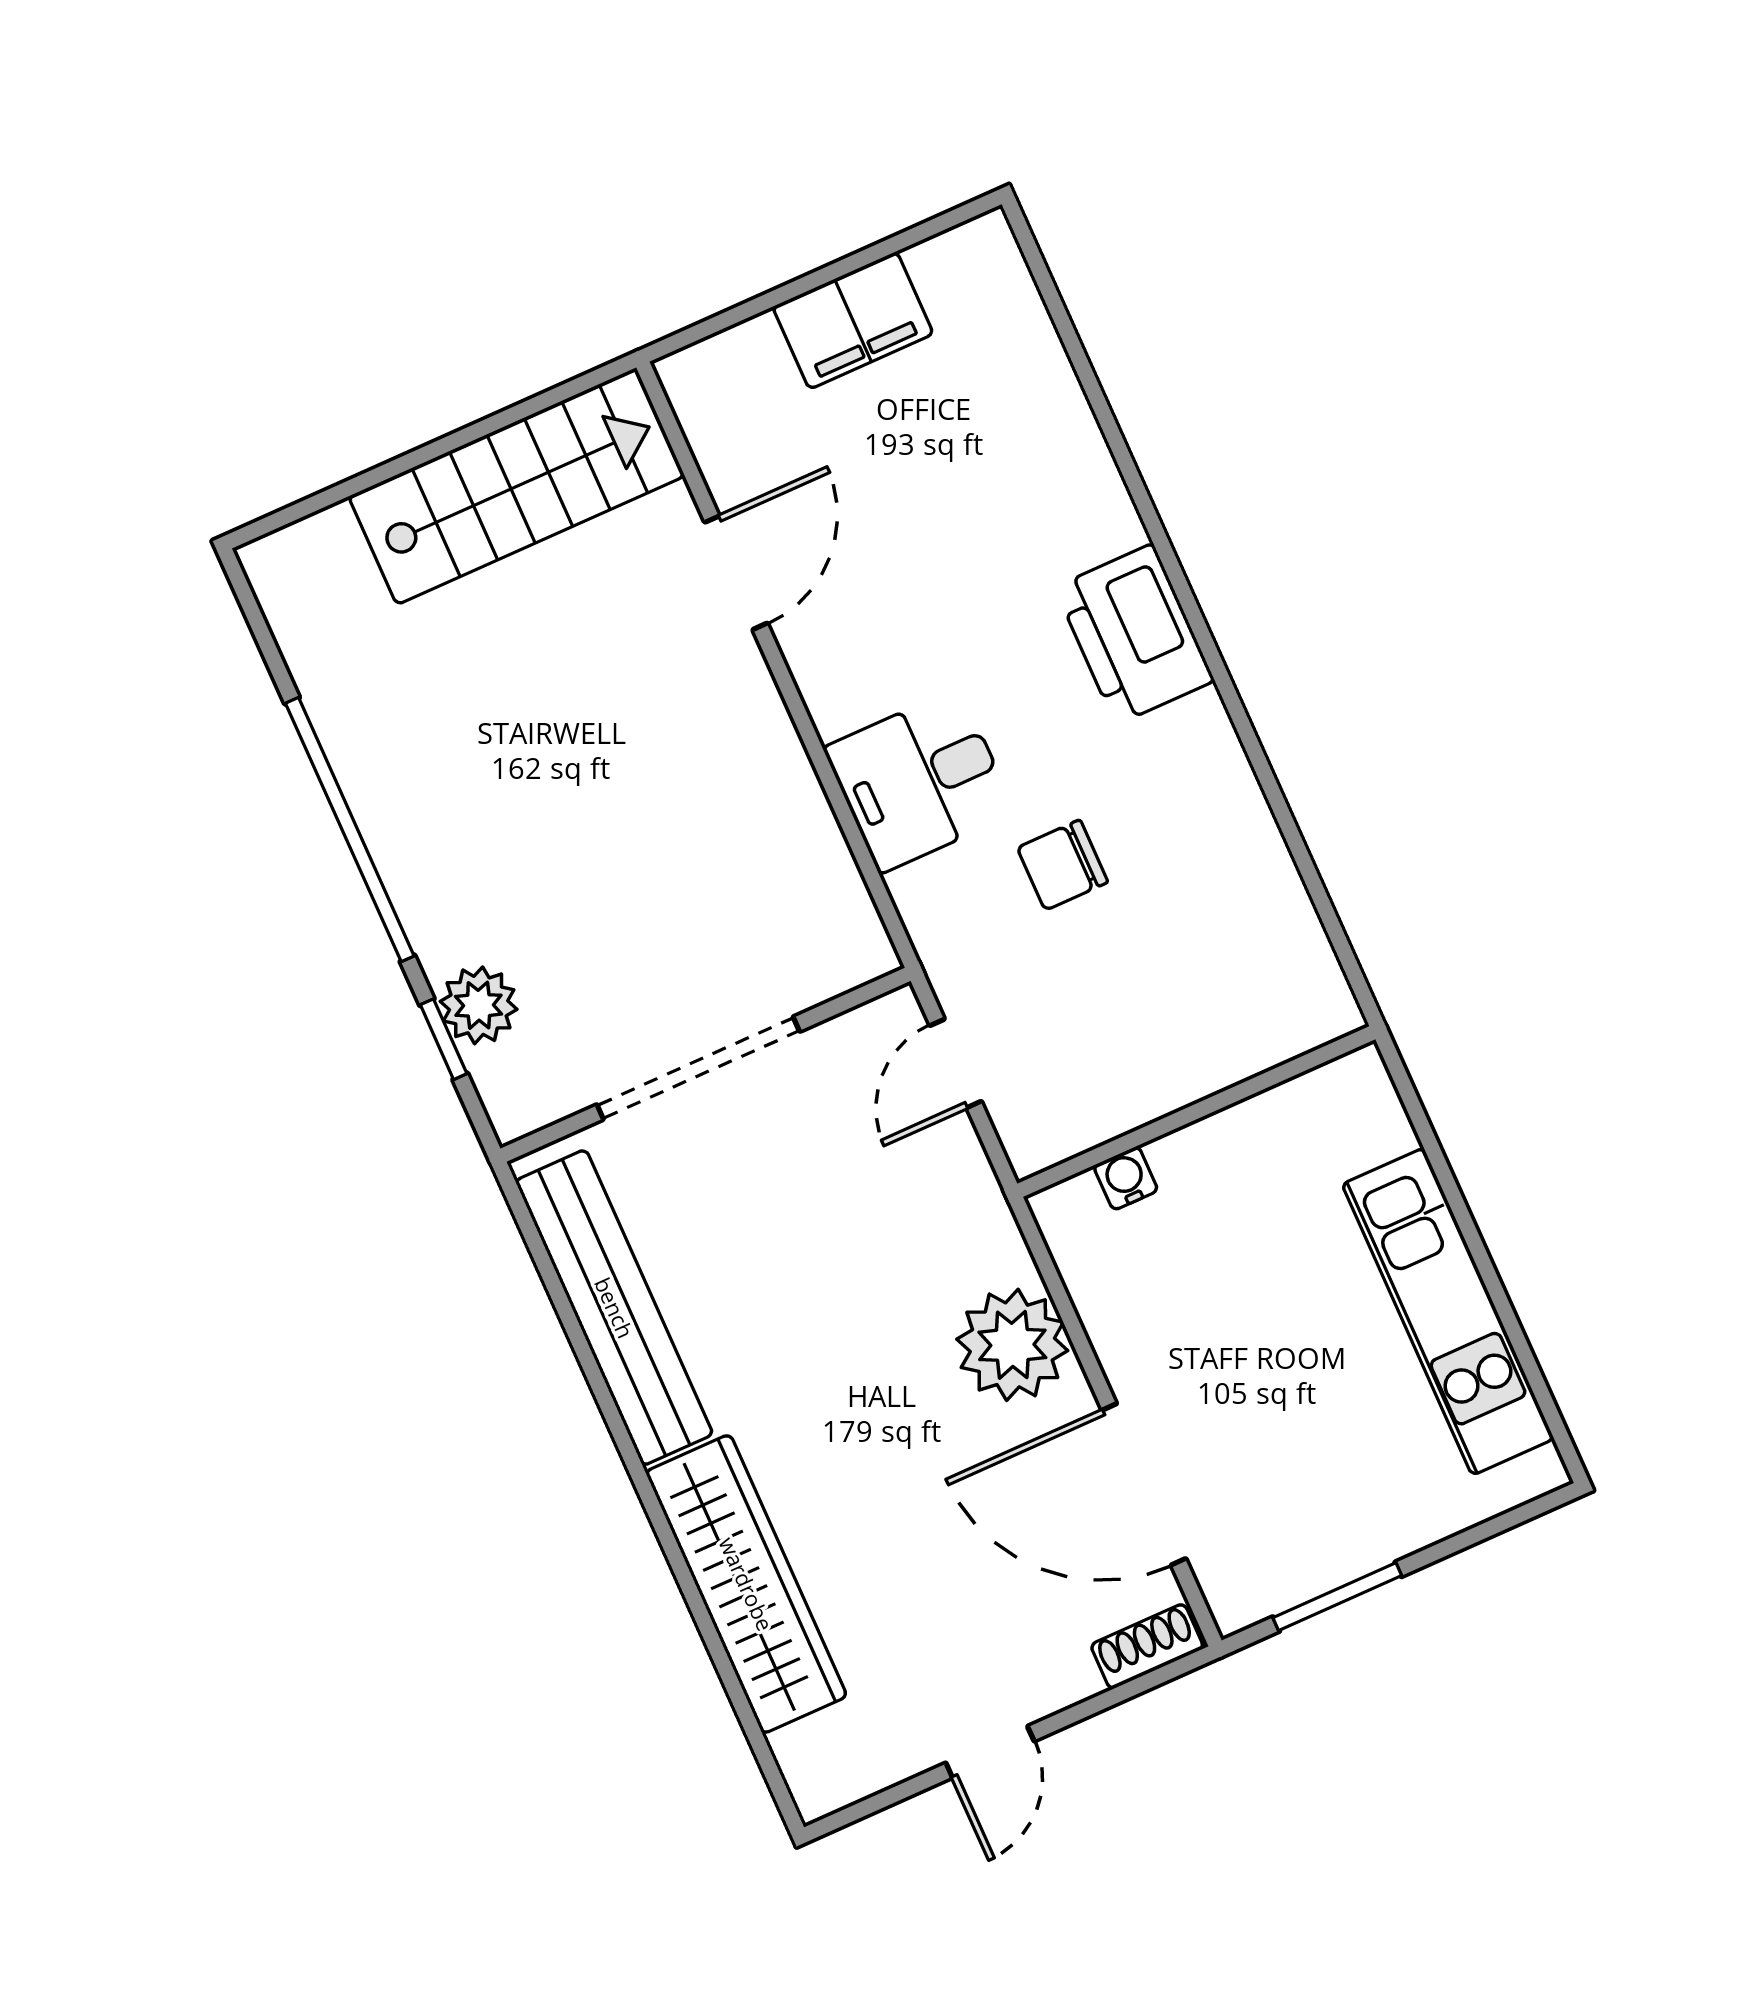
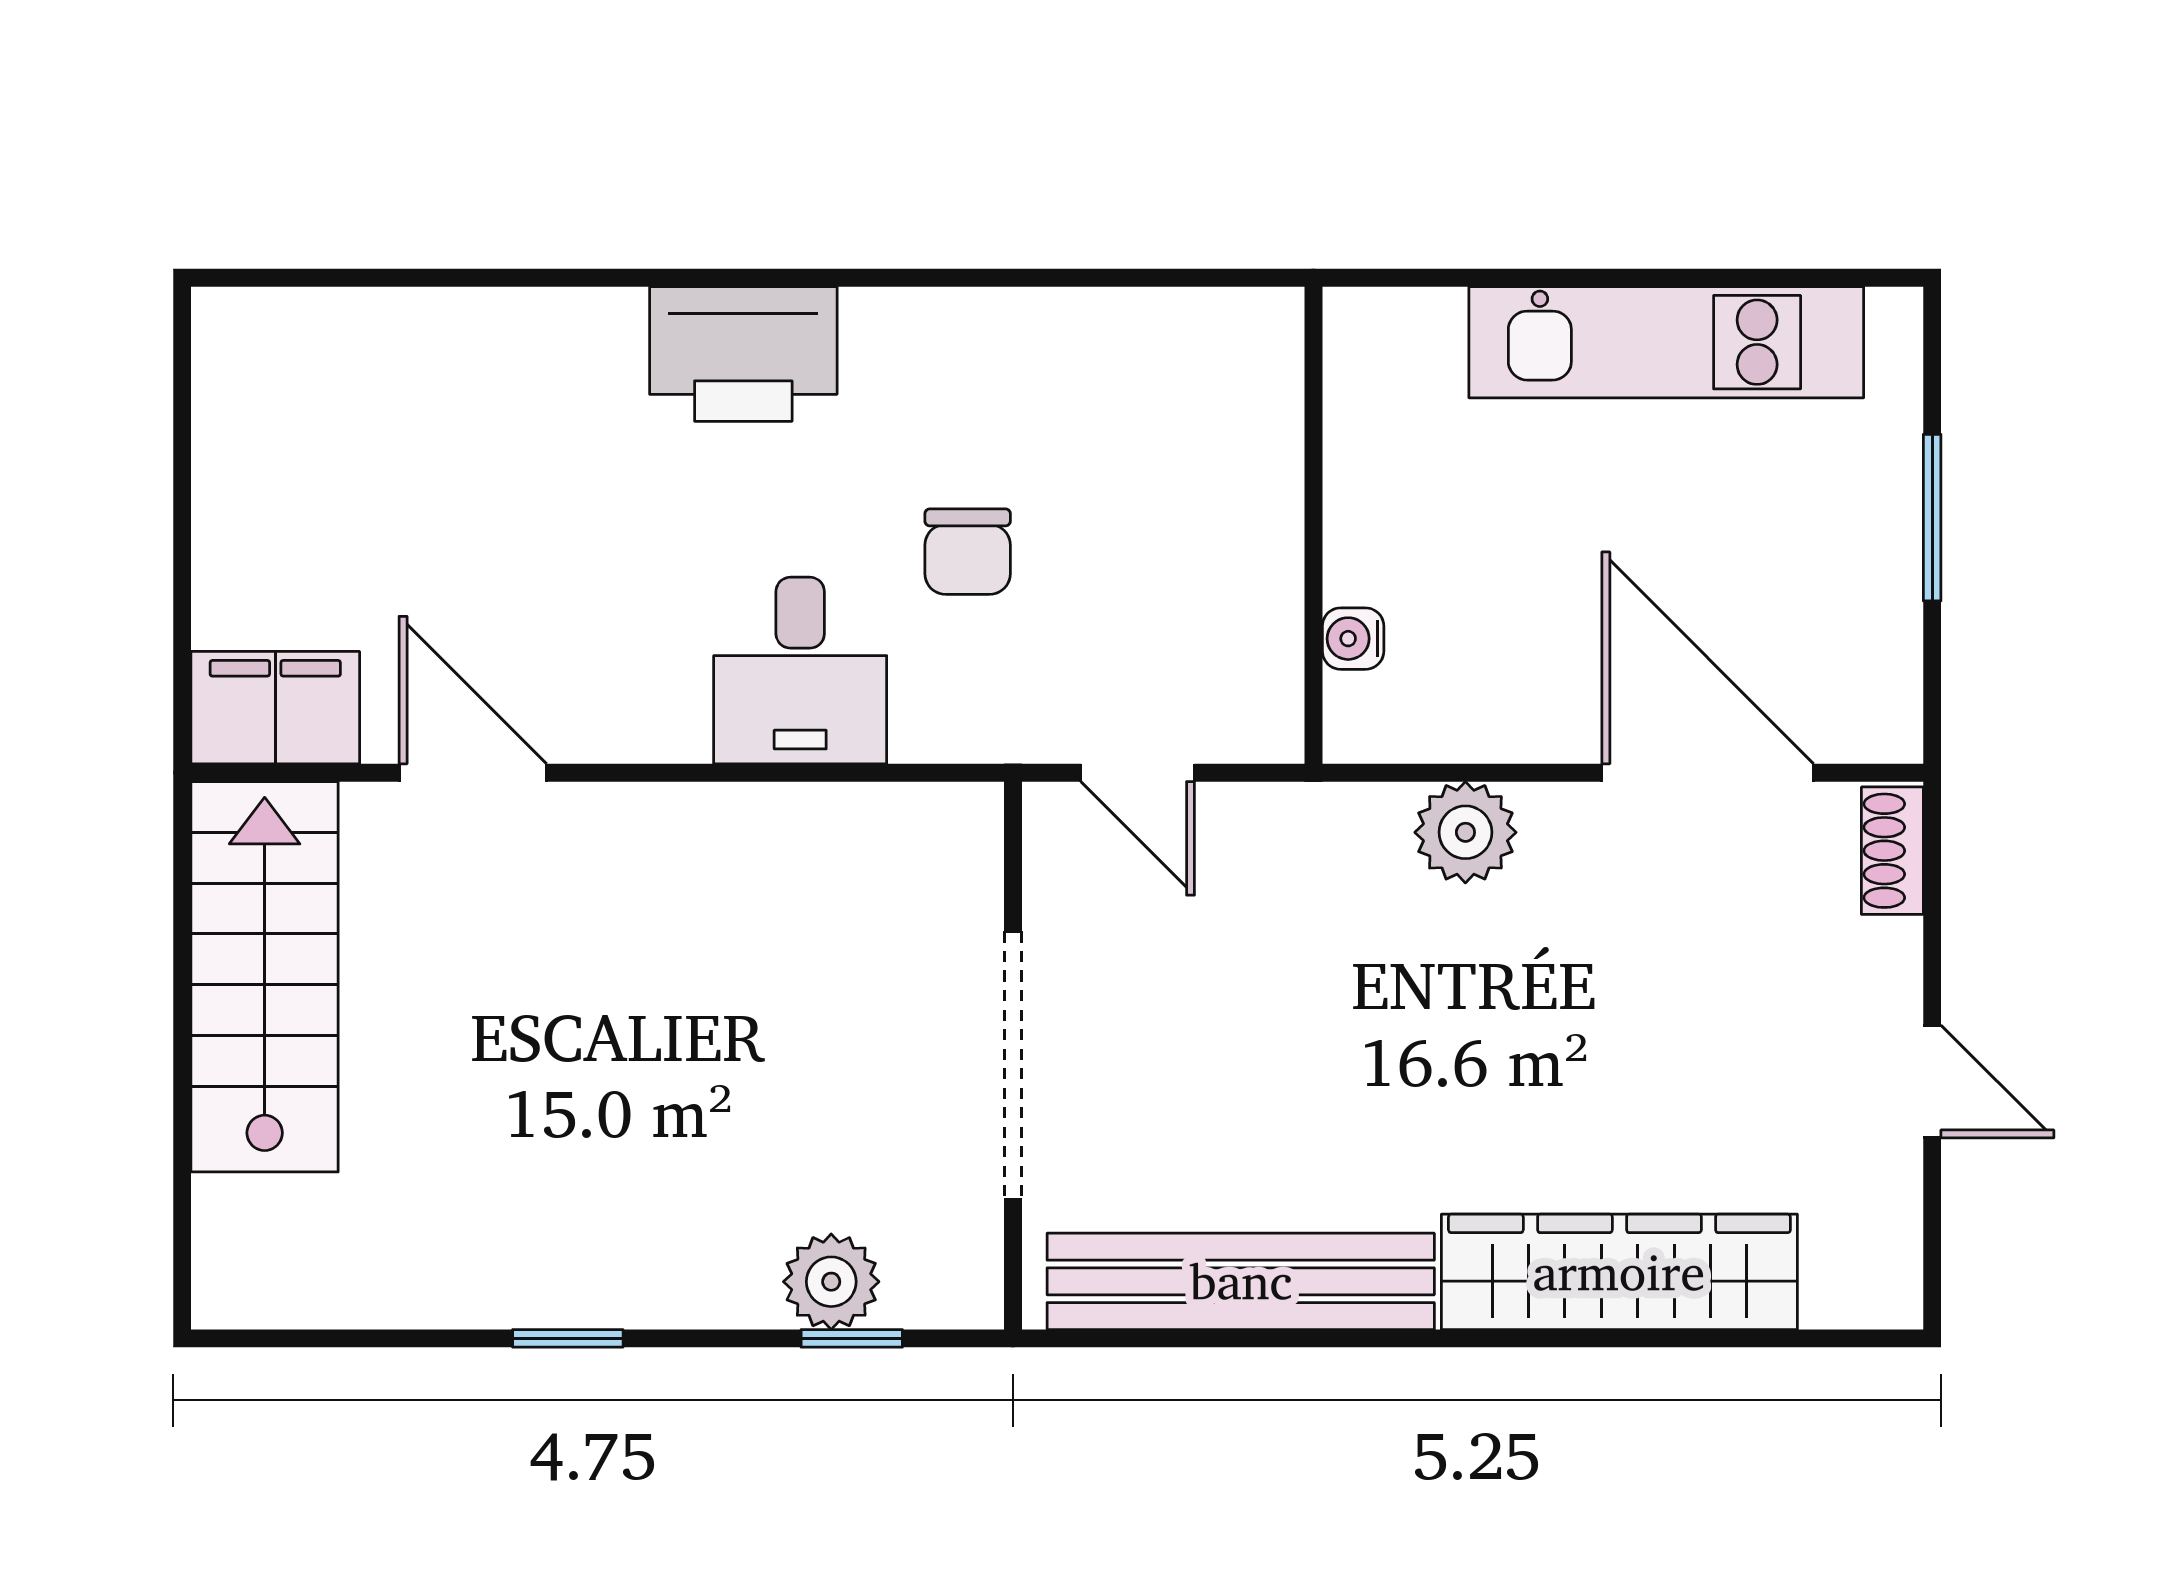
filing cabinet: (853, 320) -> (275, 708), moved, turned -90
window: (350, 830) -> (568, 1338), width x0.32
plant: (1012, 1345) -> (1465, 832), width x0.73, depth x0.73
door: (1144, 1484) -> (1708, 773), swing flipped
window: (1337, 1597) -> (1932, 518), moved

